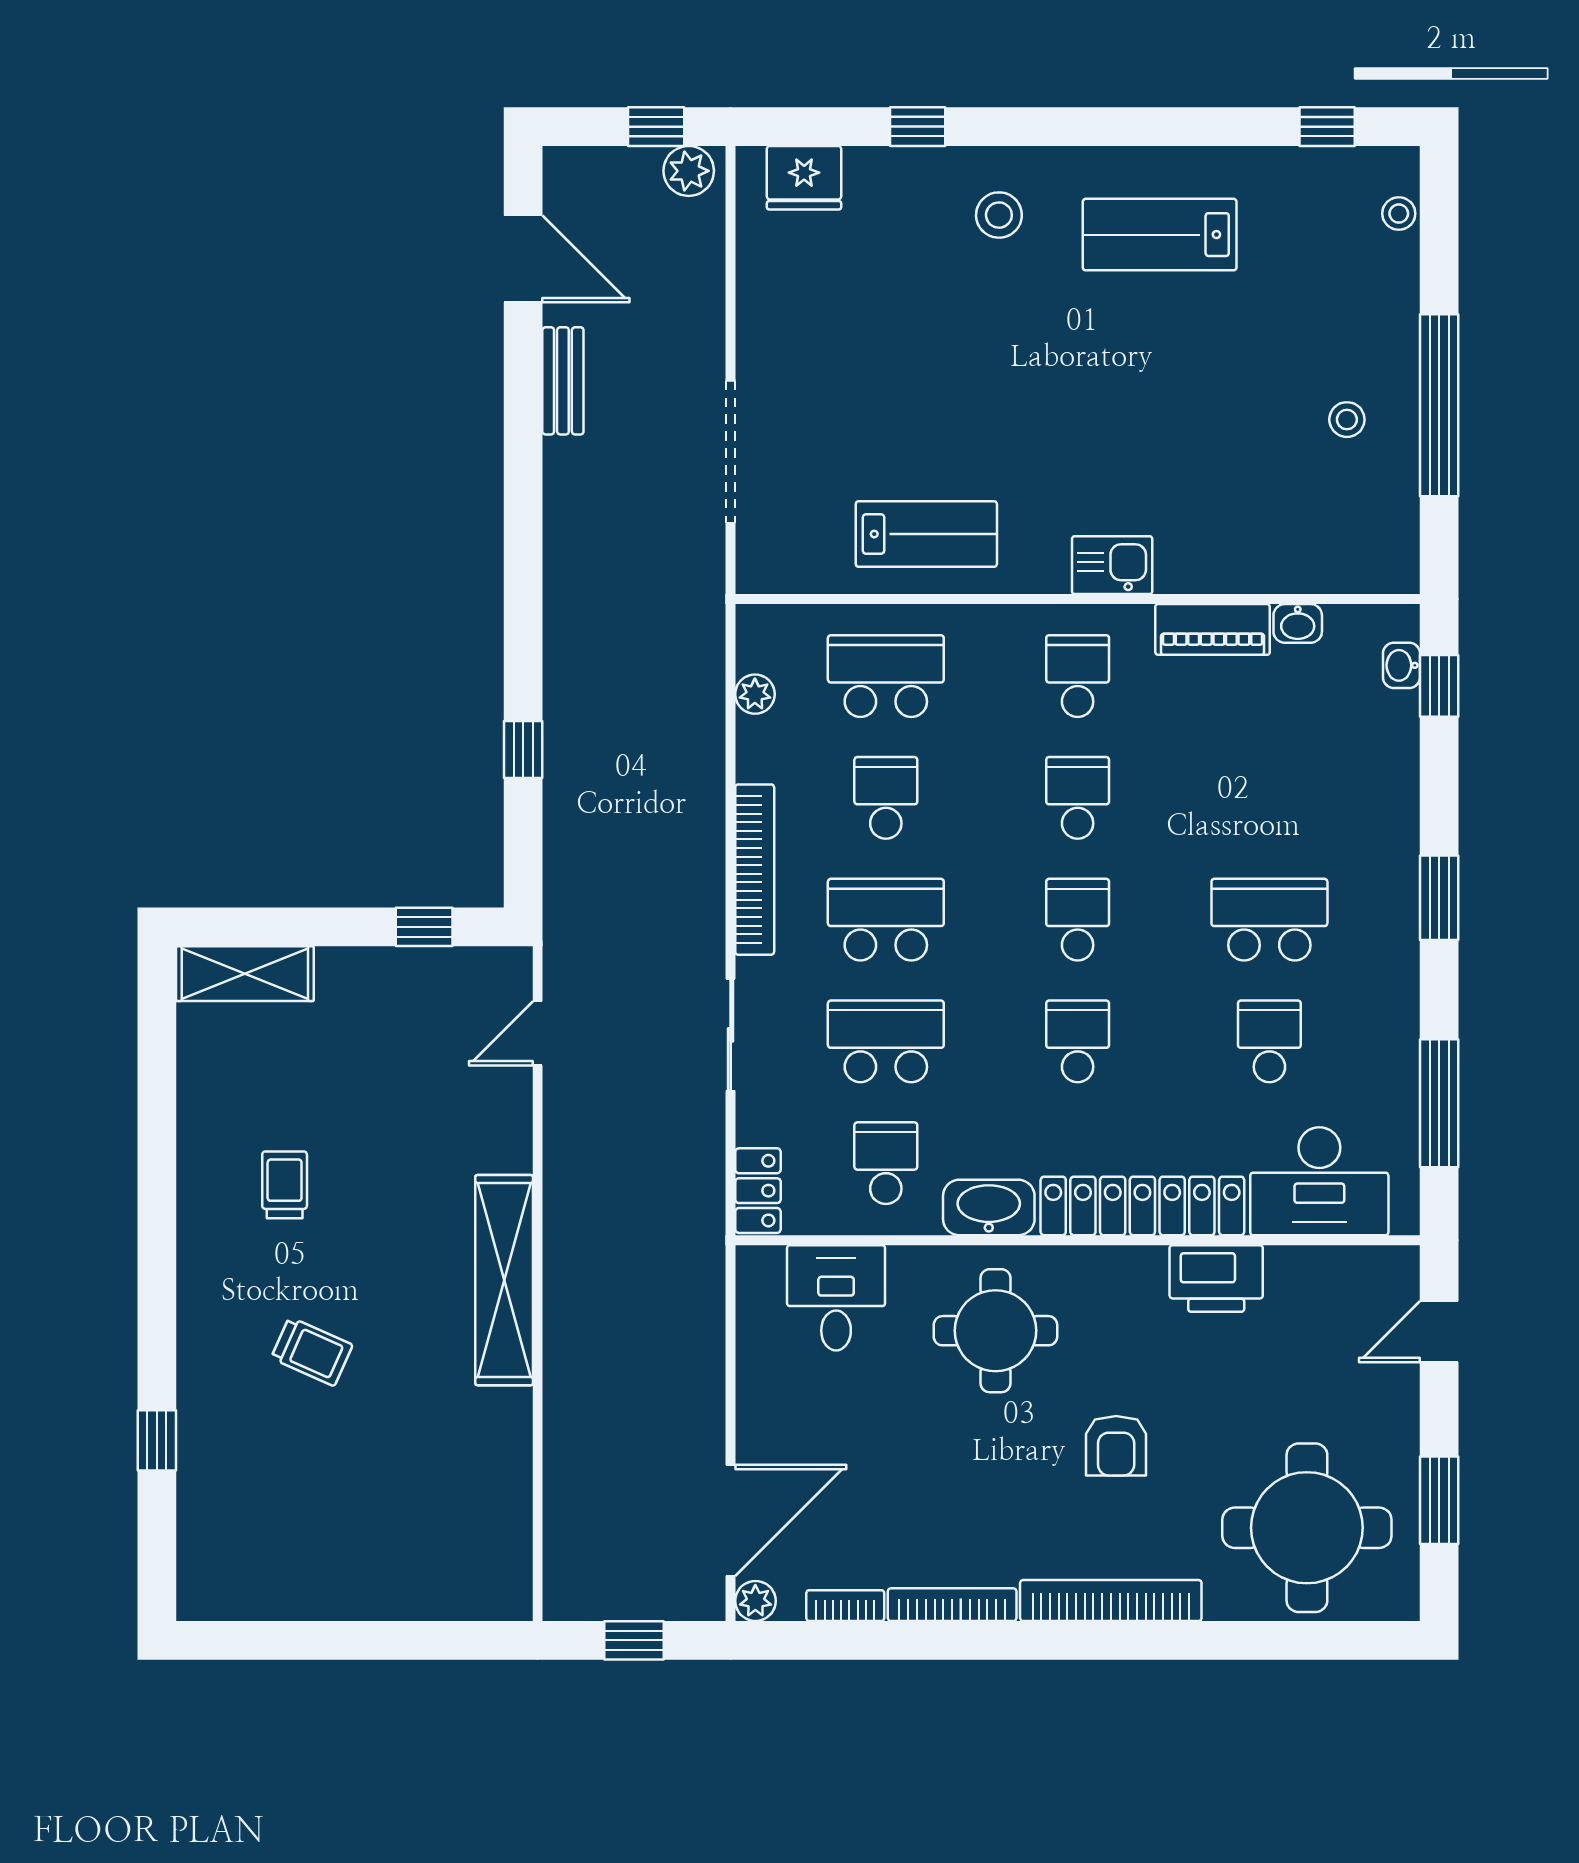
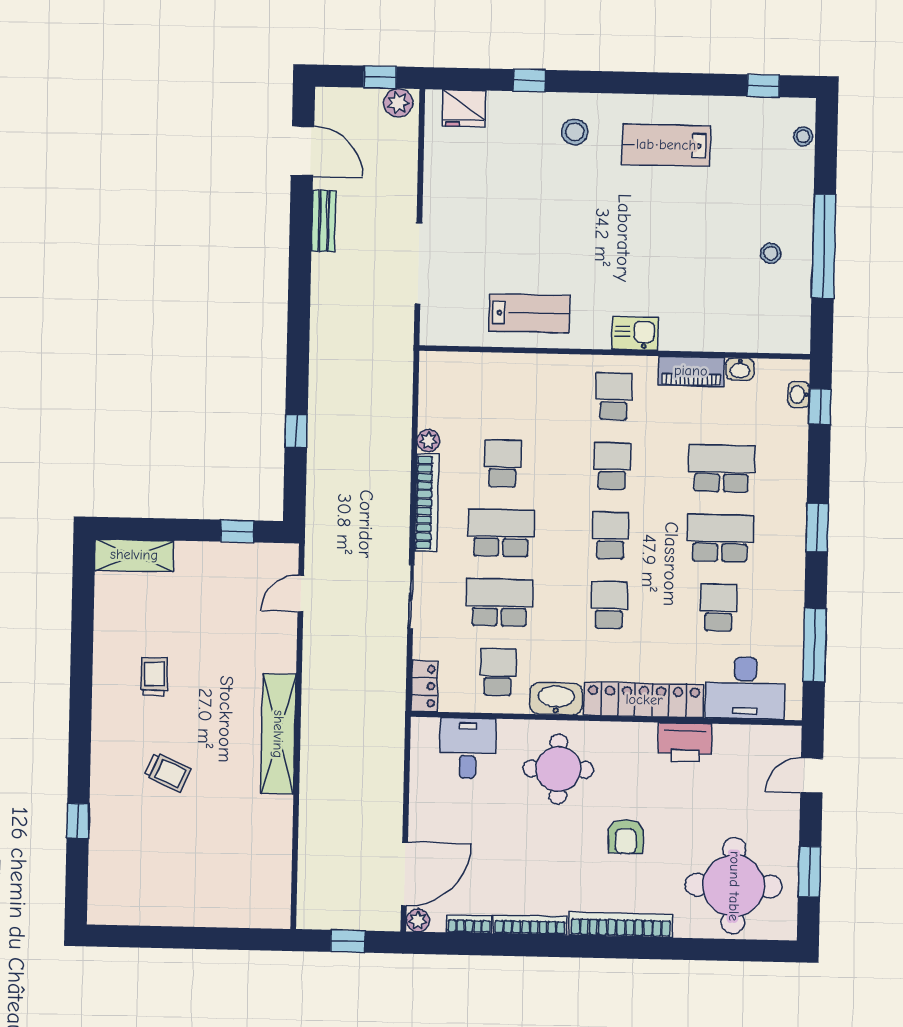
school desk: (886, 676) -> (722, 468), moved
plant: (755, 694) -> (428, 441), moved

